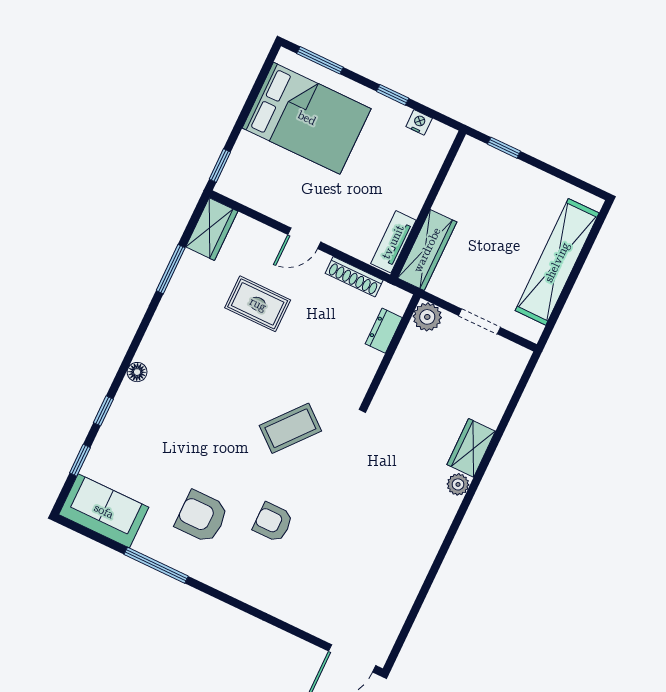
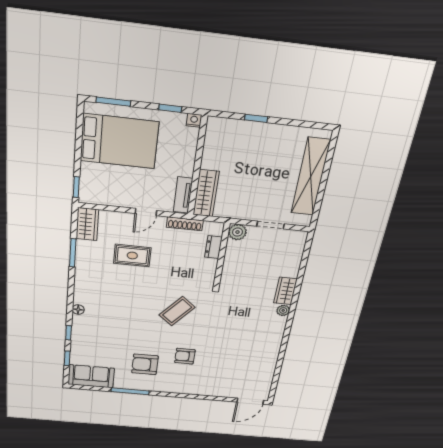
wall: (428, 204) -> (197, 167), moved
tv unit: (393, 242) -> (183, 195), moved
wardrobe: (427, 250) -> (206, 193), moved

